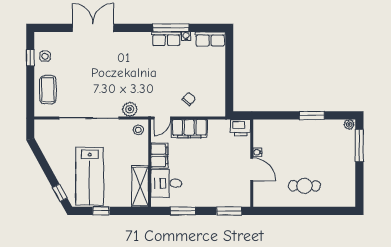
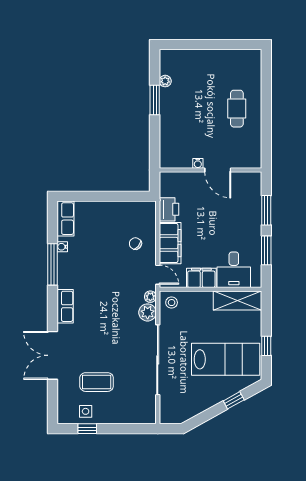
row of seats: (166, 39) -> (65, 306), moved
coffee table: (48, 90) -> (97, 382), moved
plant: (143, 112) -> (150, 297), added
plant: (349, 124) -> (165, 81), moved
printer: (240, 128) -> (169, 209), moved
window: (359, 145) -> (190, 45), removed
door: (252, 169) -> (218, 170), swing flipped
window: (60, 193) -> (234, 400), moved
window: (229, 211) -> (266, 210), moved

